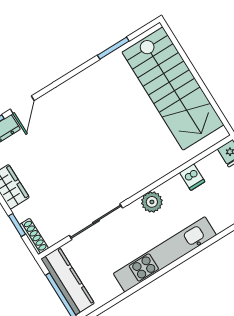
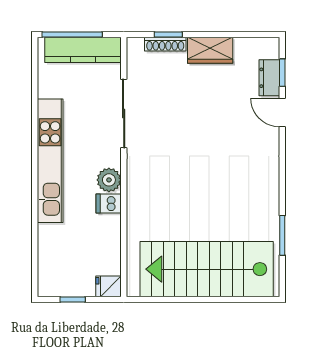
dishwasher: (192, 177) -> (109, 203), moved
shoe rack: (34, 236) -> (165, 44), moved

